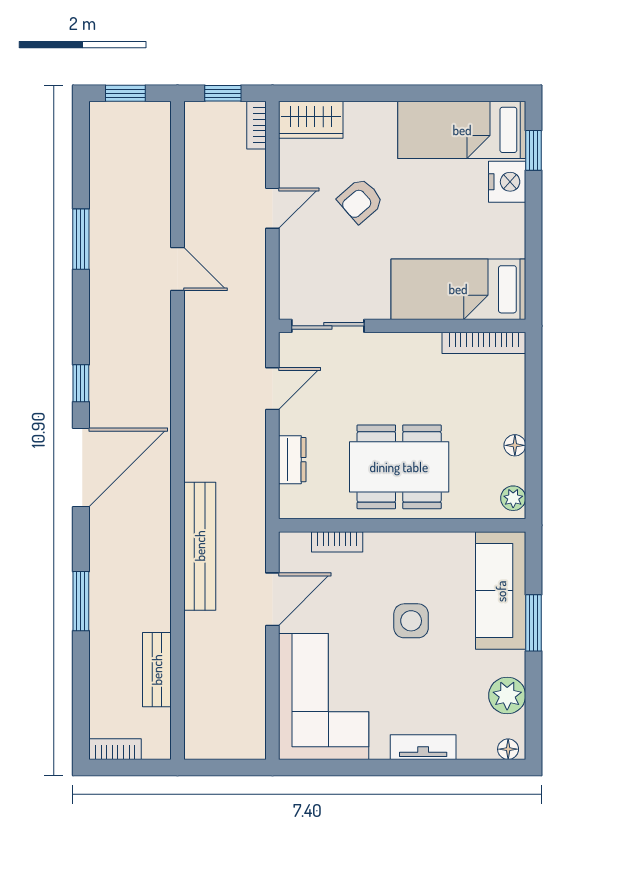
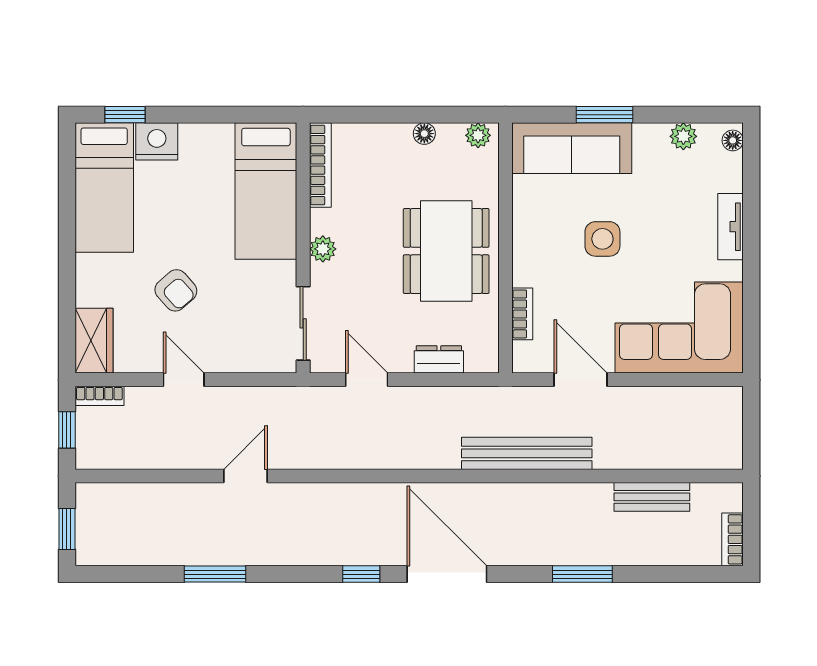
plant: (401, 345) -> (323, 249), added
plant: (507, 696) -> (683, 136), width x0.73, depth x0.73

